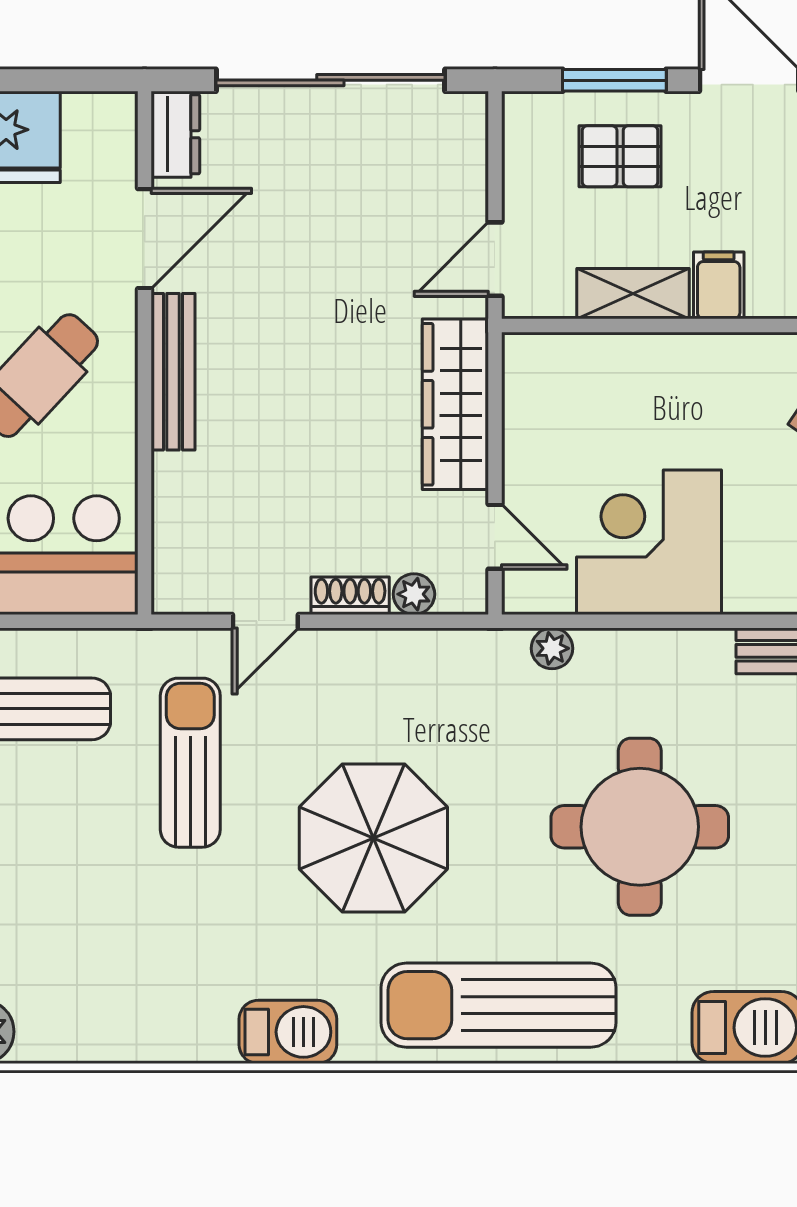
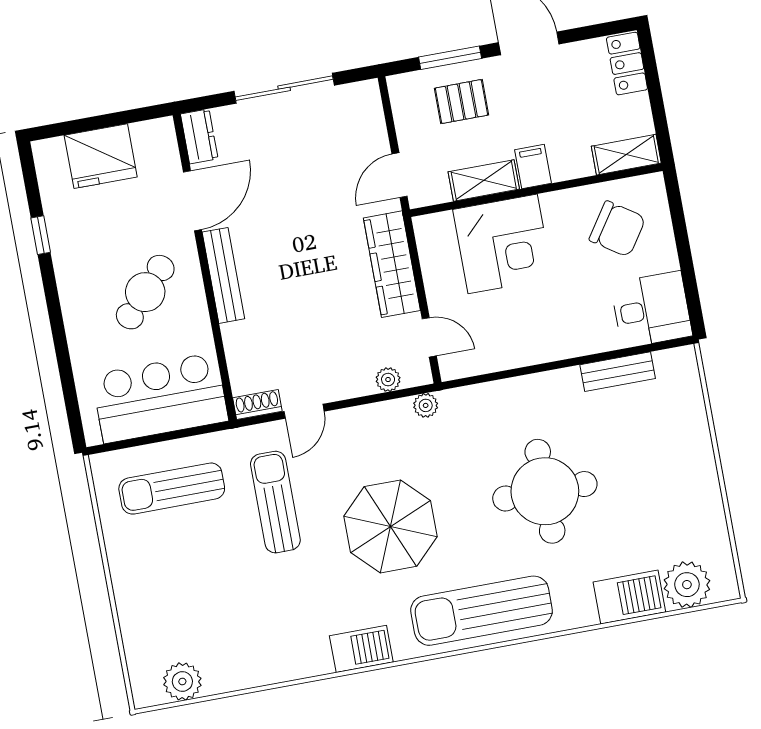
sliding door: (330, 80) -> (284, 88), width x0.73
corner desk: (649, 542) -> (503, 244), moved, turned 180
shoe rack: (350, 596) -> (257, 405), moved
plant: (552, 648) -> (426, 405), moved

